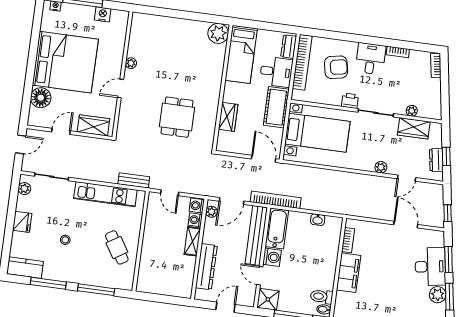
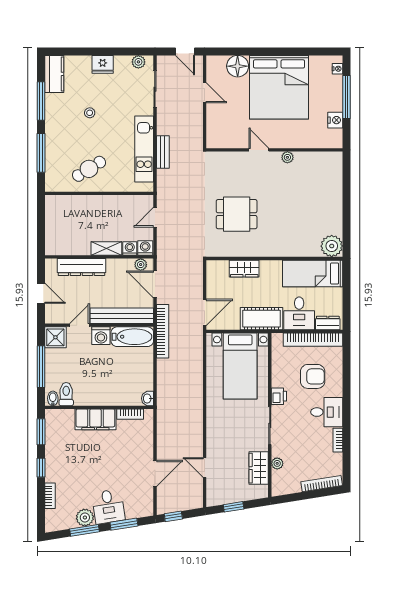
bookcase: (436, 66) -> (322, 484), width x1.56
armchair: (336, 67) -> (313, 376), turned -79
wardrobe: (93, 125) -> (216, 126), removed
dresser: (436, 160) -> (228, 497), removed
plant: (381, 167) -> (212, 439), removed
bench: (134, 180) -> (163, 152), moved
washbasin: (318, 220) -> (148, 398), moved
desk: (430, 267) -> (108, 507), width x0.73

